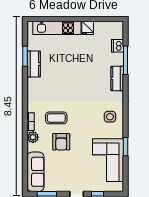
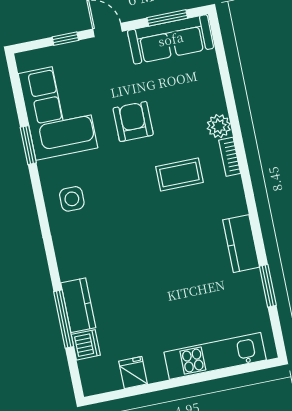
fridge: (88, 28) -> (133, 373), moved
kitchen counter: (34, 64) -> (241, 244), moved
kitchen counter: (117, 78) -> (78, 305), moved
armchair: (61, 142) -> (133, 121), moved
sofa: (35, 172) -> (171, 39), moved, turned -90

